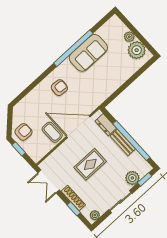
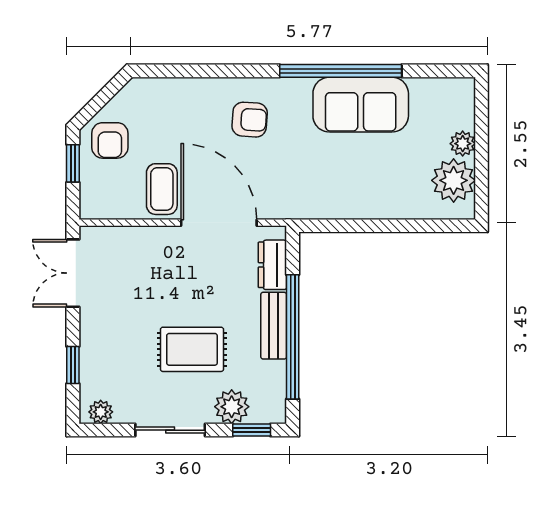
armchair: (23, 132) -> (110, 140), turned 90
rug: (90, 164) -> (192, 349), moved
shoe rack: (73, 198) -> (90, 345), removed

